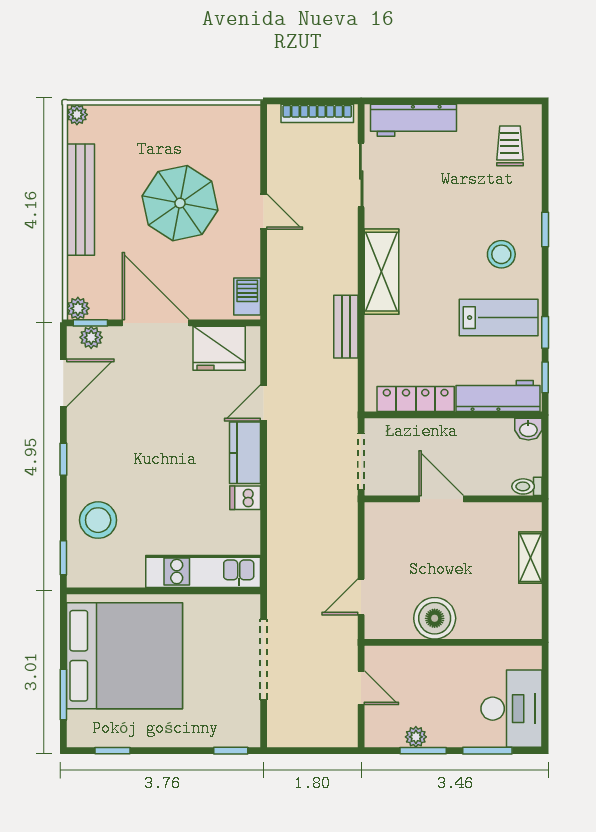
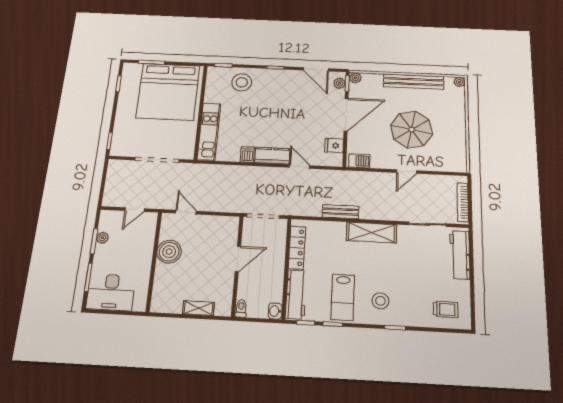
fridge: (219, 348) -> (334, 145), width x0.53, depth x0.75

